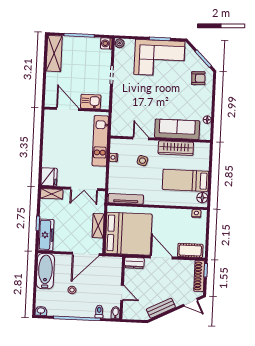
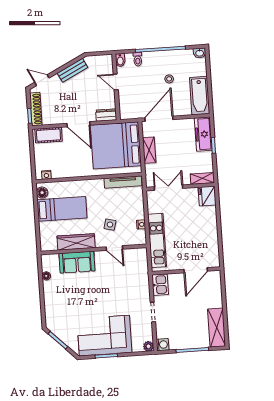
armchair: (198, 78) -> (61, 319), removed
kitchen sink: (91, 102) -> (160, 285), moved, turned -90
door: (68, 109) -> (196, 270), hinge flipped
sofa: (177, 129) -> (77, 262), width x0.73

